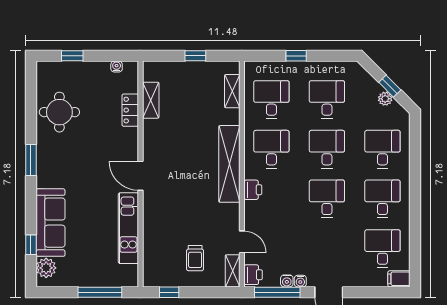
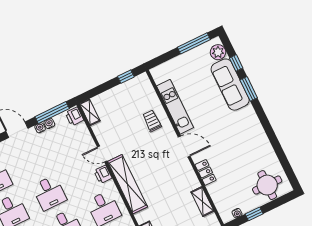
window: (72, 56) -> (254, 214), moved
locker: (130, 110) -> (206, 172), moved
round table: (59, 112) -> (267, 185), moved
window: (31, 160) -> (249, 89), moved
door: (242, 242) -> (102, 154), moved
trolley: (195, 258) -> (152, 121), moved
window: (100, 292) -> (194, 43), moved

